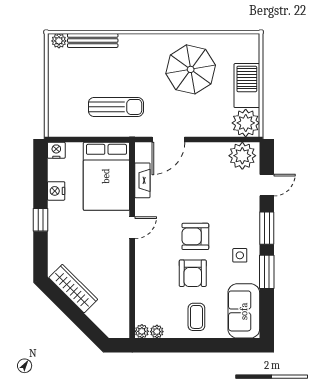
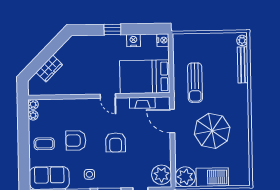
parasol: (191, 69) -> (212, 131), moved
armchair: (195, 236) -> (116, 142), moved, turned 180
wardrobe: (73, 289) -> (49, 68), moved, width x0.67

